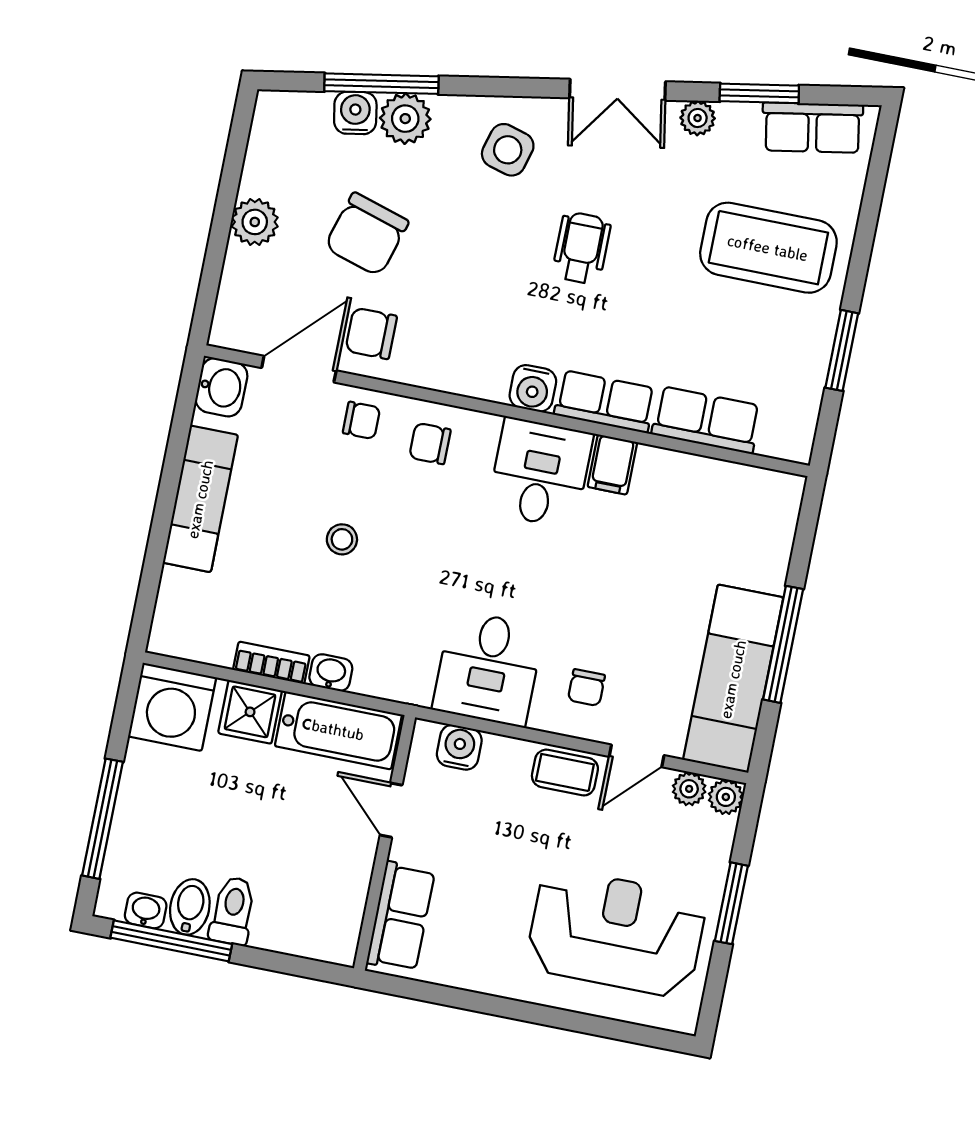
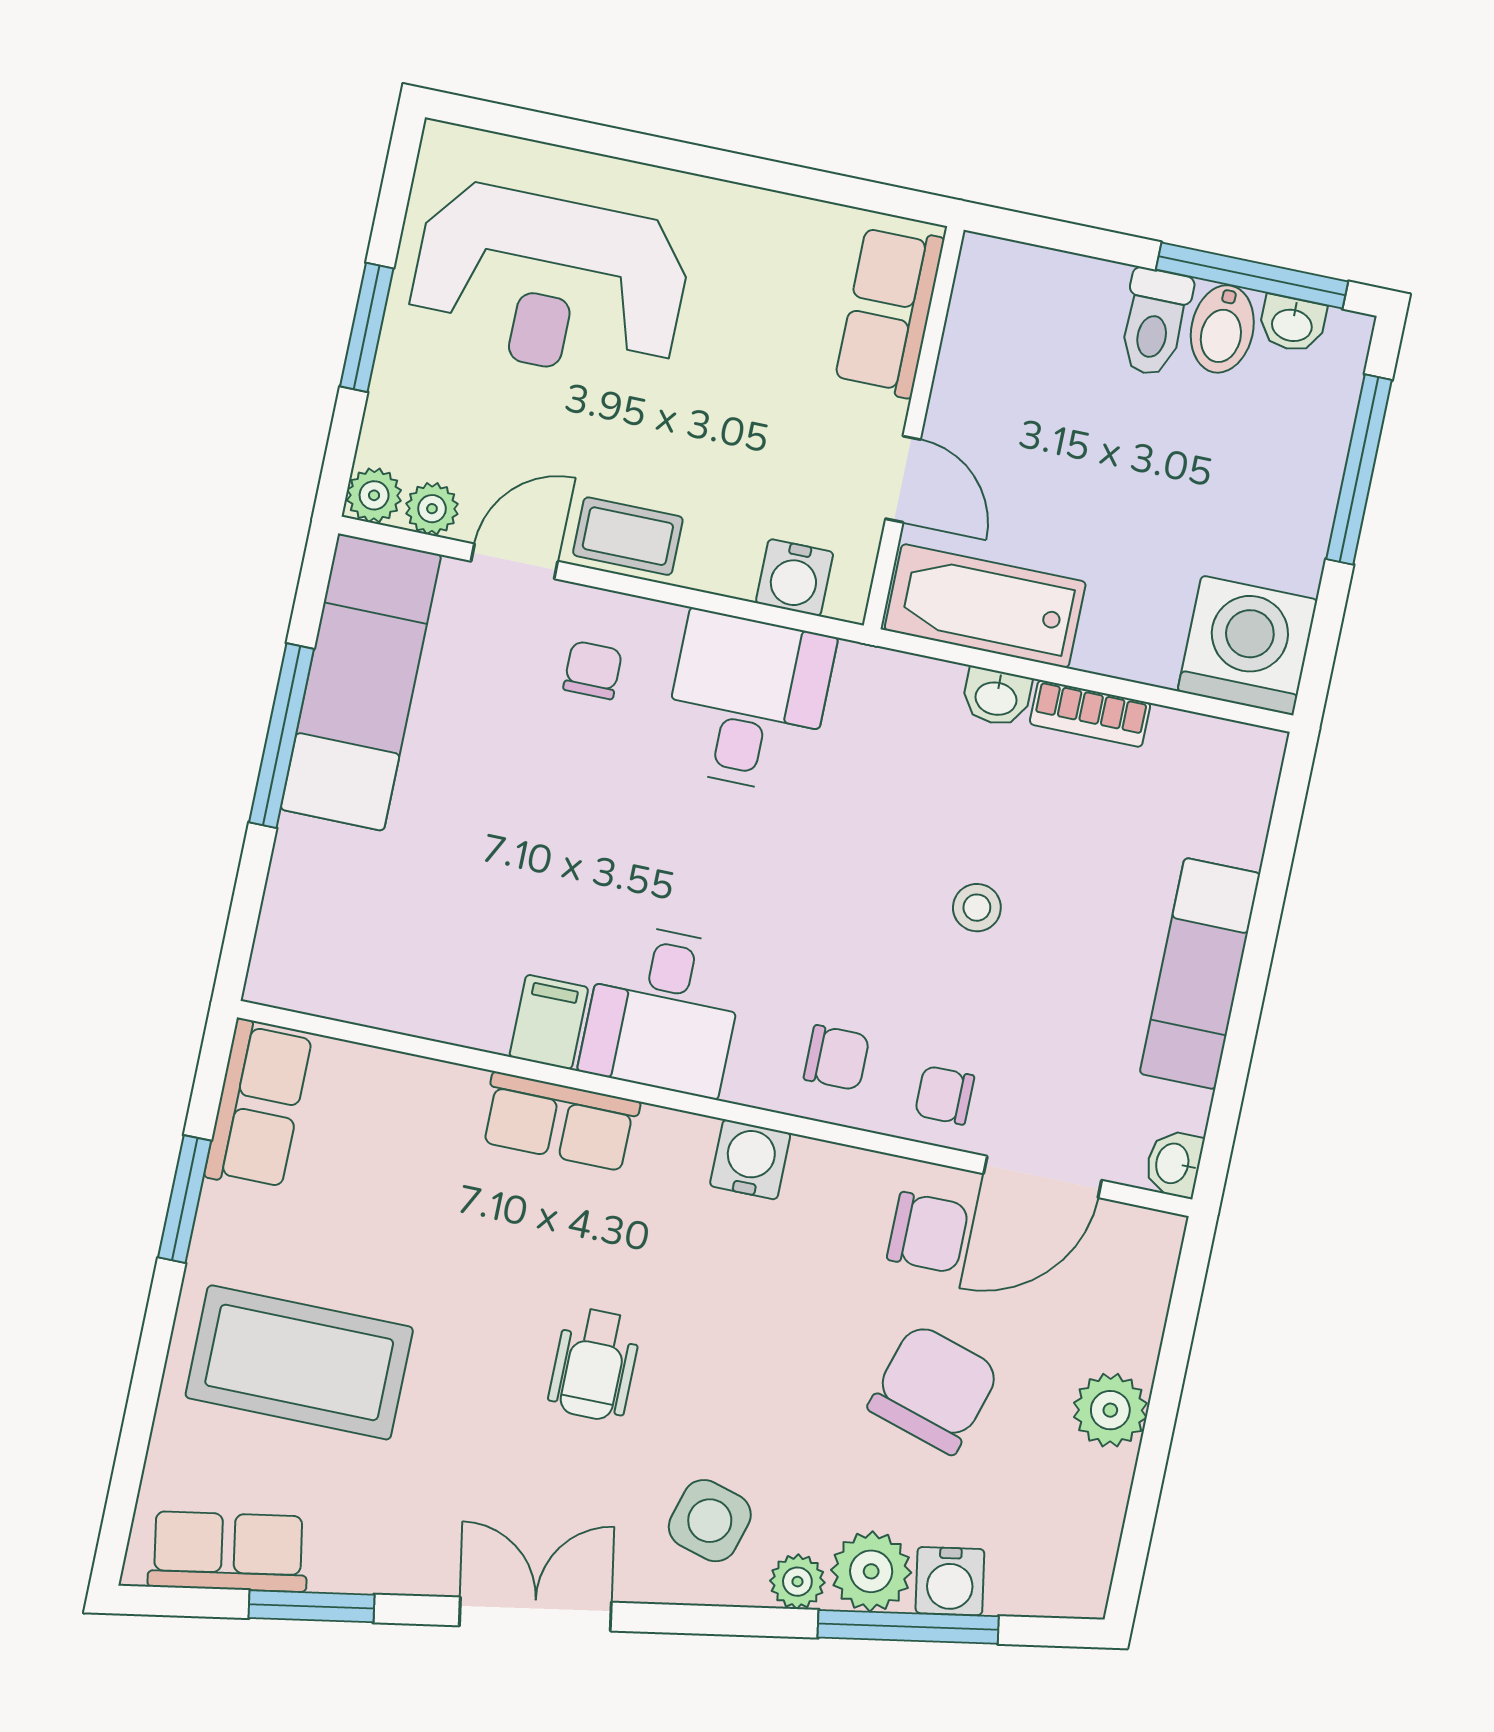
plant: (698, 118) -> (797, 1582), moved
washbasin: (222, 387) -> (1174, 1164), width x0.72, depth x0.69
water cooler: (533, 388) -> (750, 1160), moved
row of seats: (706, 420) -> (258, 1105), moved, turned -90
shower: (250, 712) -> (1125, 636), removed

